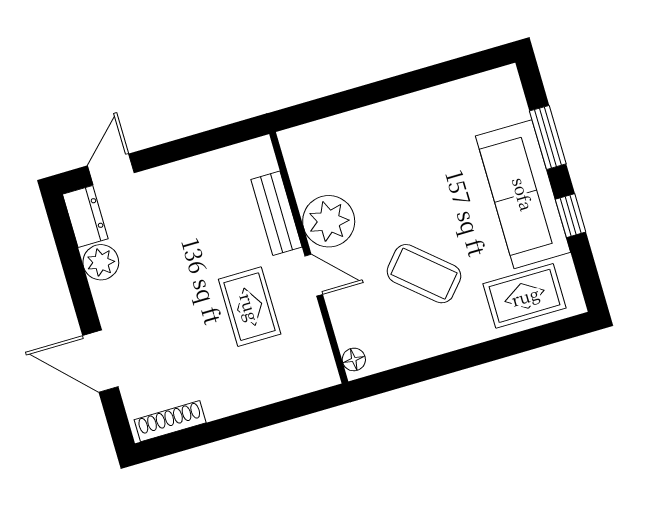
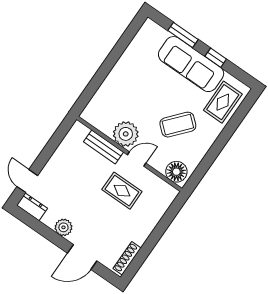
plant: (101, 262) -> (63, 227), moved
floor lamp: (354, 359) -> (176, 172), width x1.89, depth x1.89

